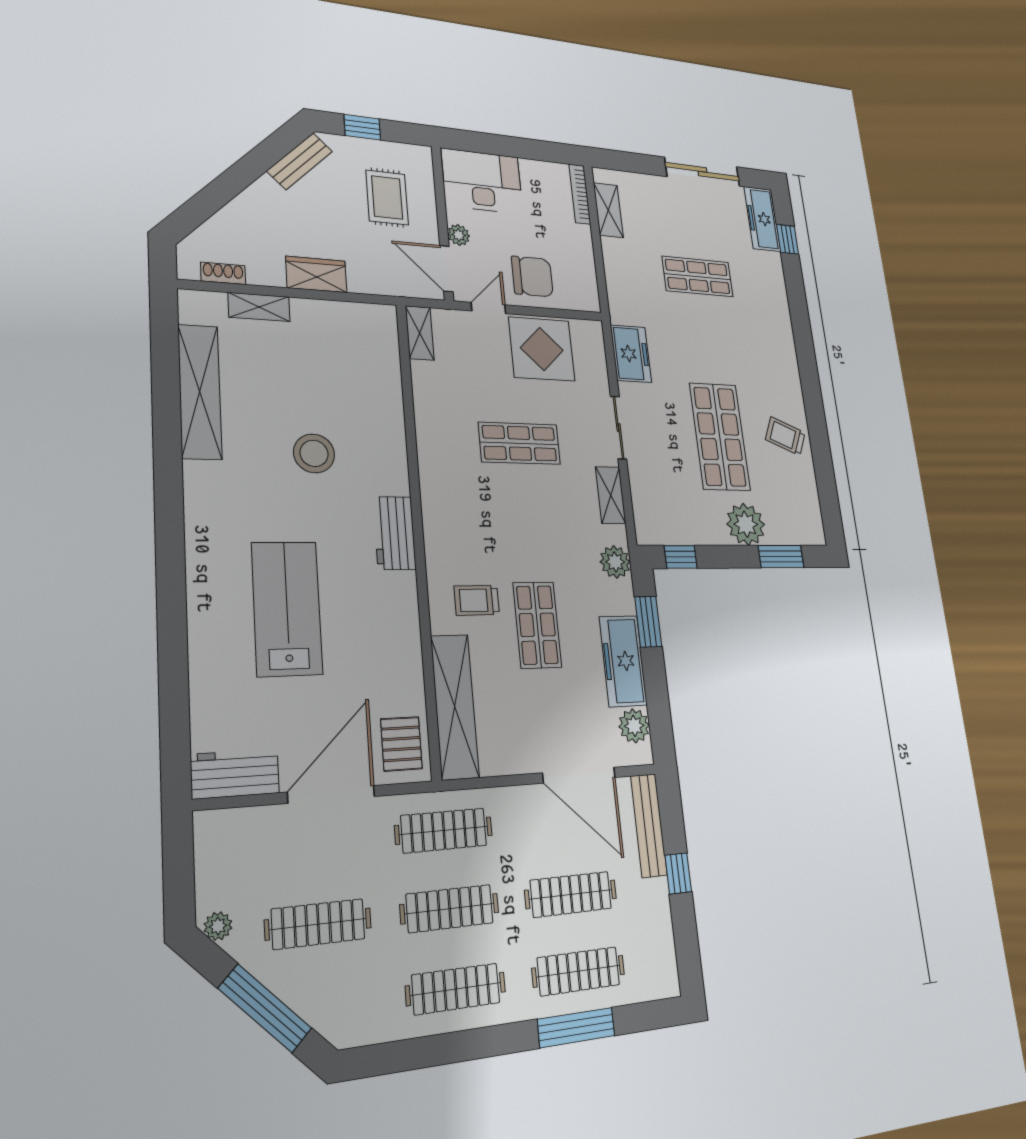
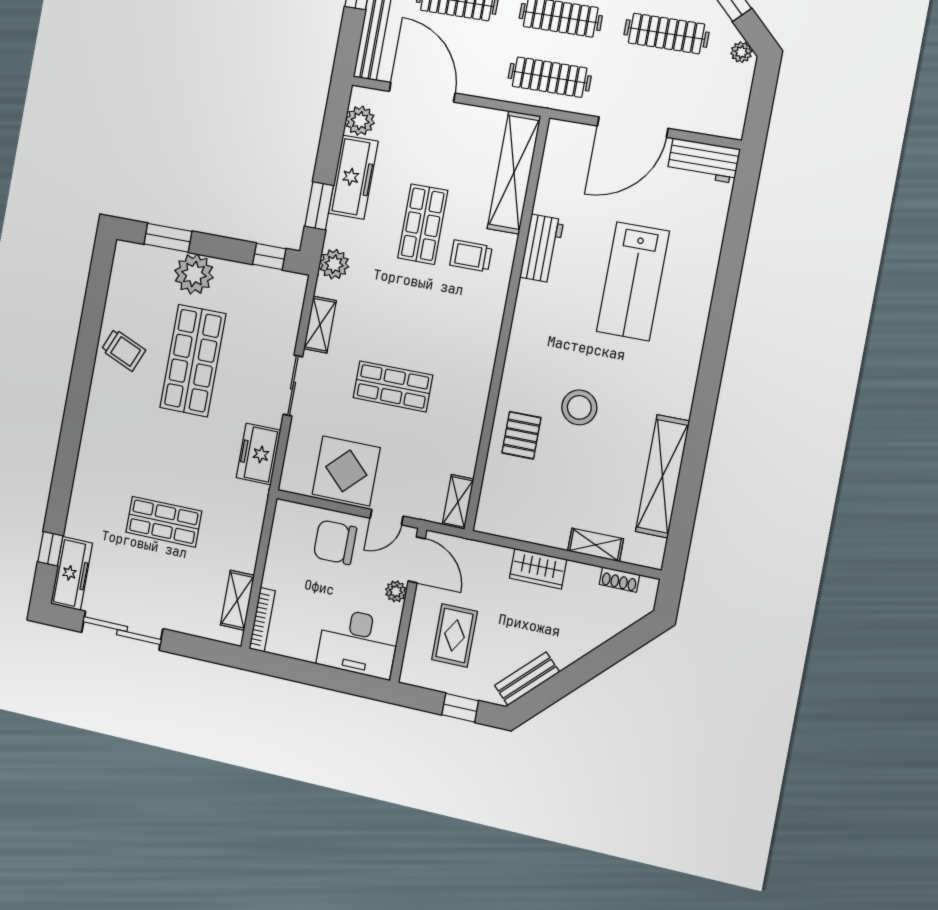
workbench: (395, 533) -> (542, 249), moved
trolley: (477, 600) -> (471, 256), turned 180
pallet: (401, 744) -> (521, 435), moved

